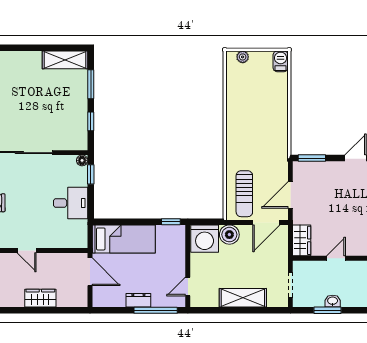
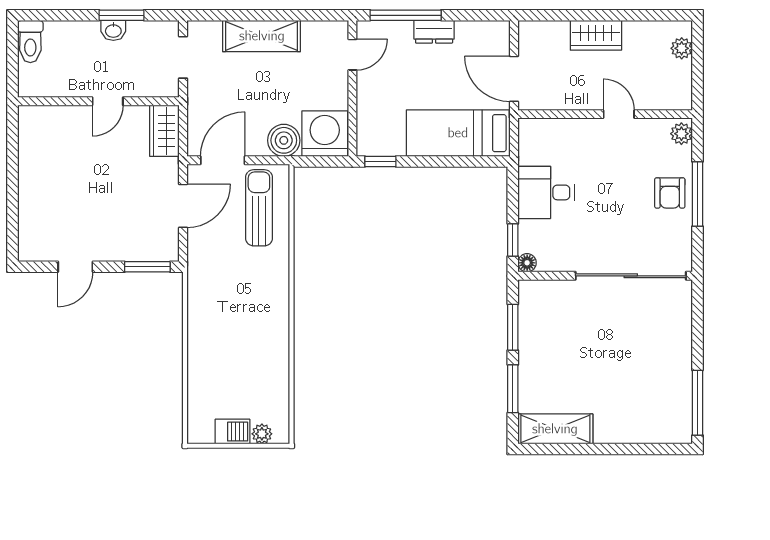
barbecue: (281, 61) -> (232, 432), moved, turned -90
window: (91, 121) -> (513, 327), width x1.50

